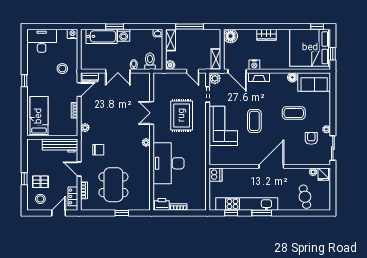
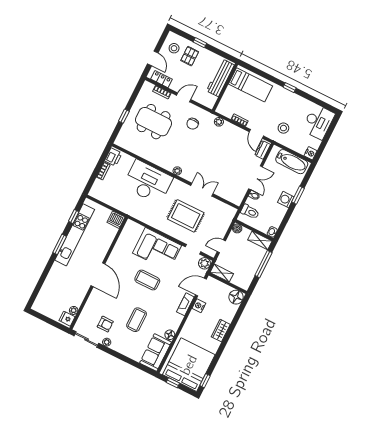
bathtub: (101, 36) -> (292, 162), moved, turned -90
double door: (118, 71) -> (256, 178), swing flipped
workbench: (60, 146) -> (220, 78), moved
cafe table: (305, 197) -> (55, 292), removed

